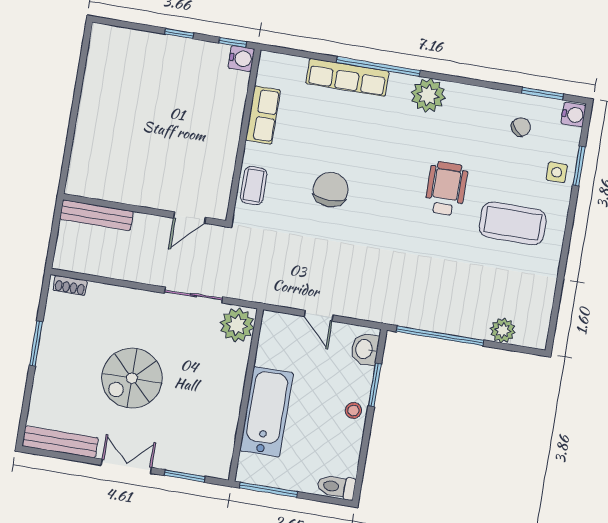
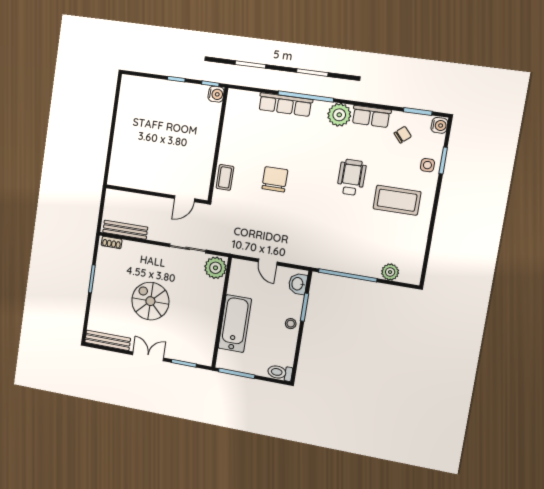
row of seats: (263, 115) -> (371, 116), moved, turned 90
bench: (96, 215) -> (125, 230), moved
spiral stairs: (132, 378) -> (150, 301), turned 90

